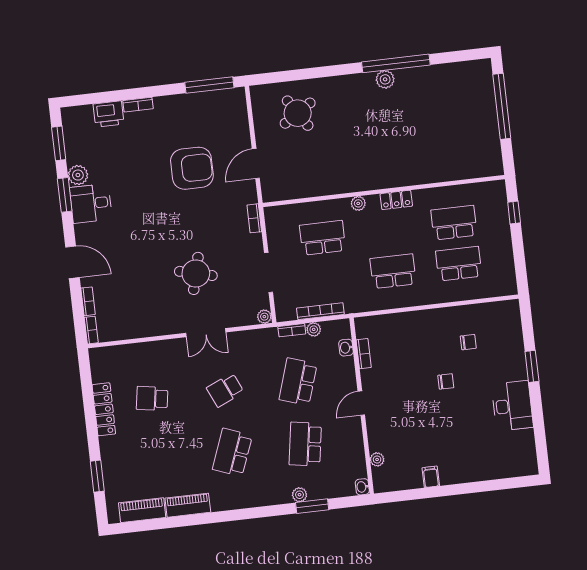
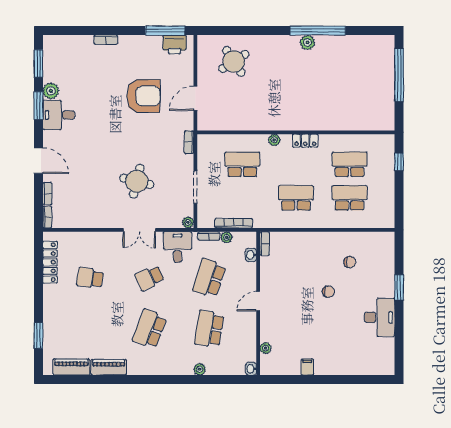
printer: (109, 114) -> (175, 45), moved
desk: (255, 348) -> (178, 247), added
bookcase: (364, 354) -> (265, 244), moved
locker: (104, 409) -> (50, 262), moved
window: (312, 506) -> (209, 380), removed

